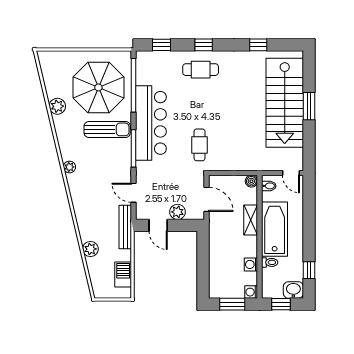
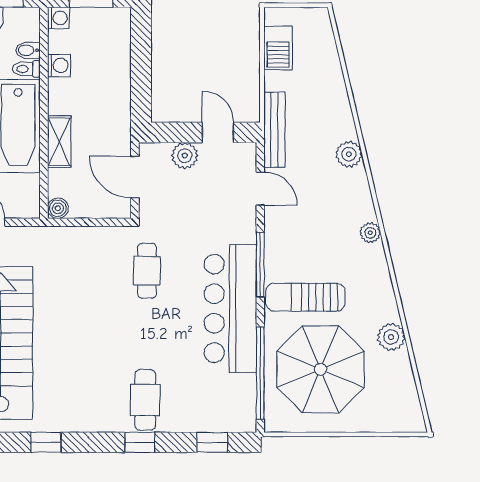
cafe table: (201, 70) -> (145, 400), turned 90
bidet: (269, 186) -> (28, 50), moved
plant: (90, 249) -> (349, 154), moved

